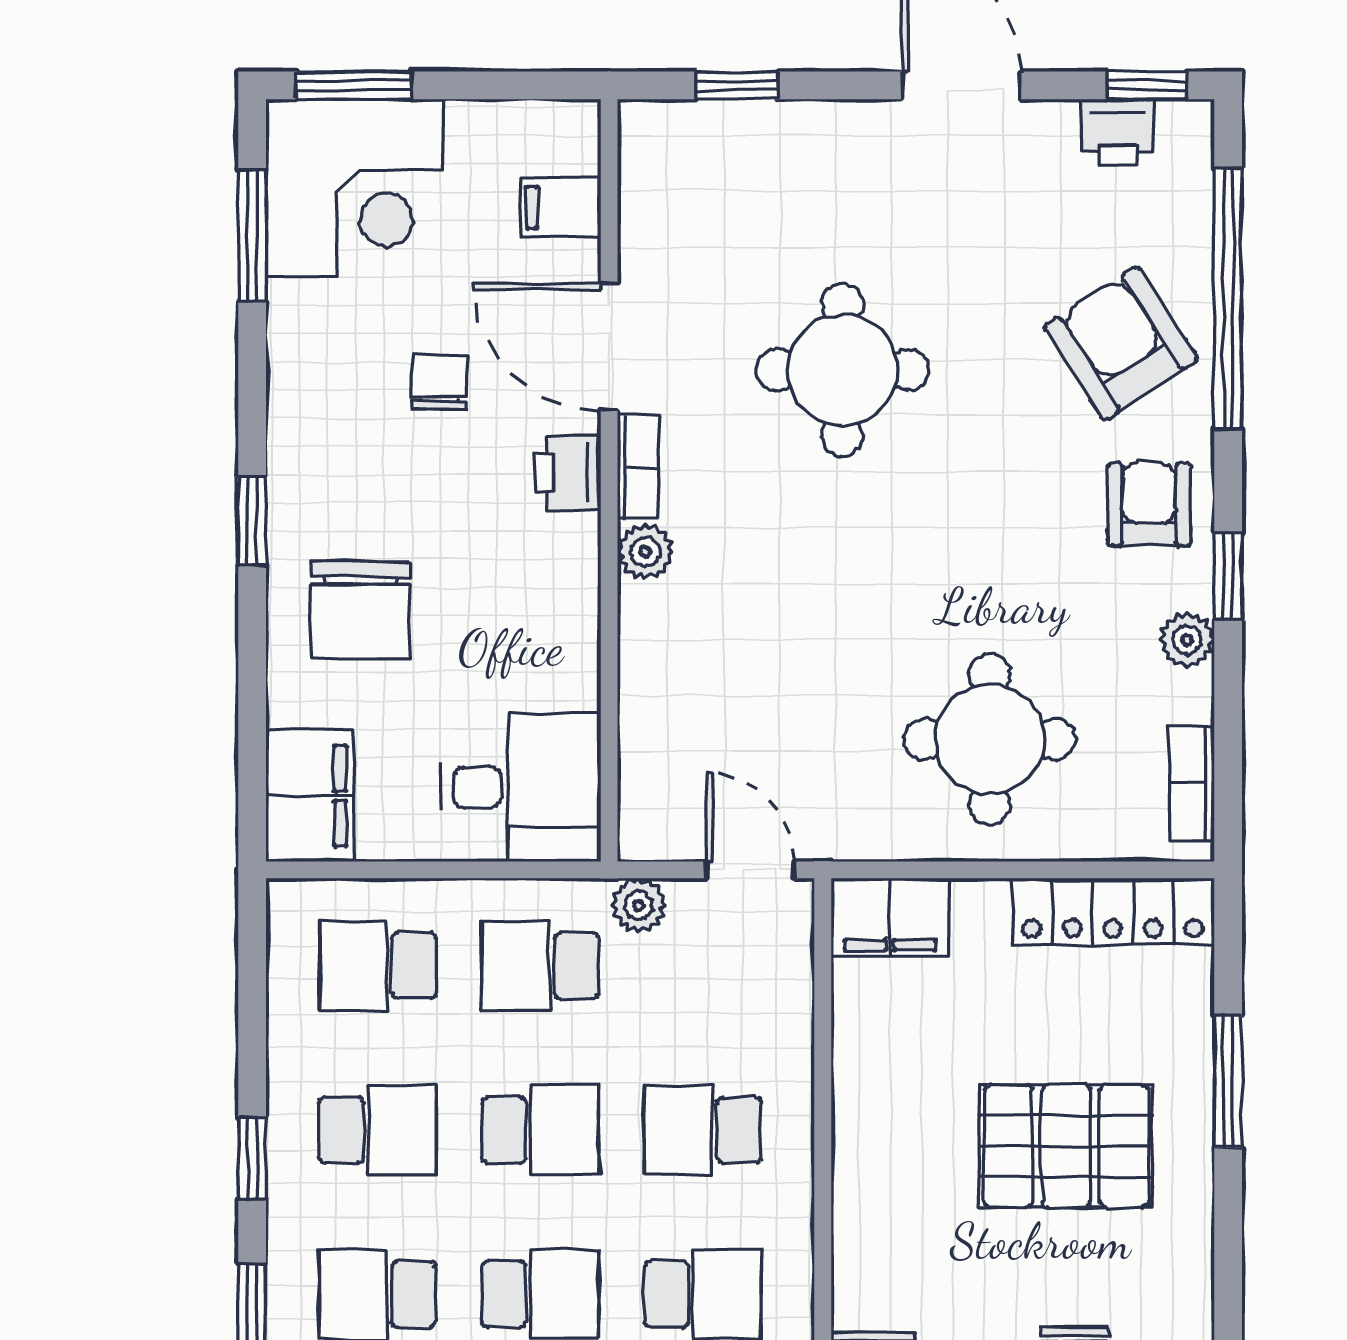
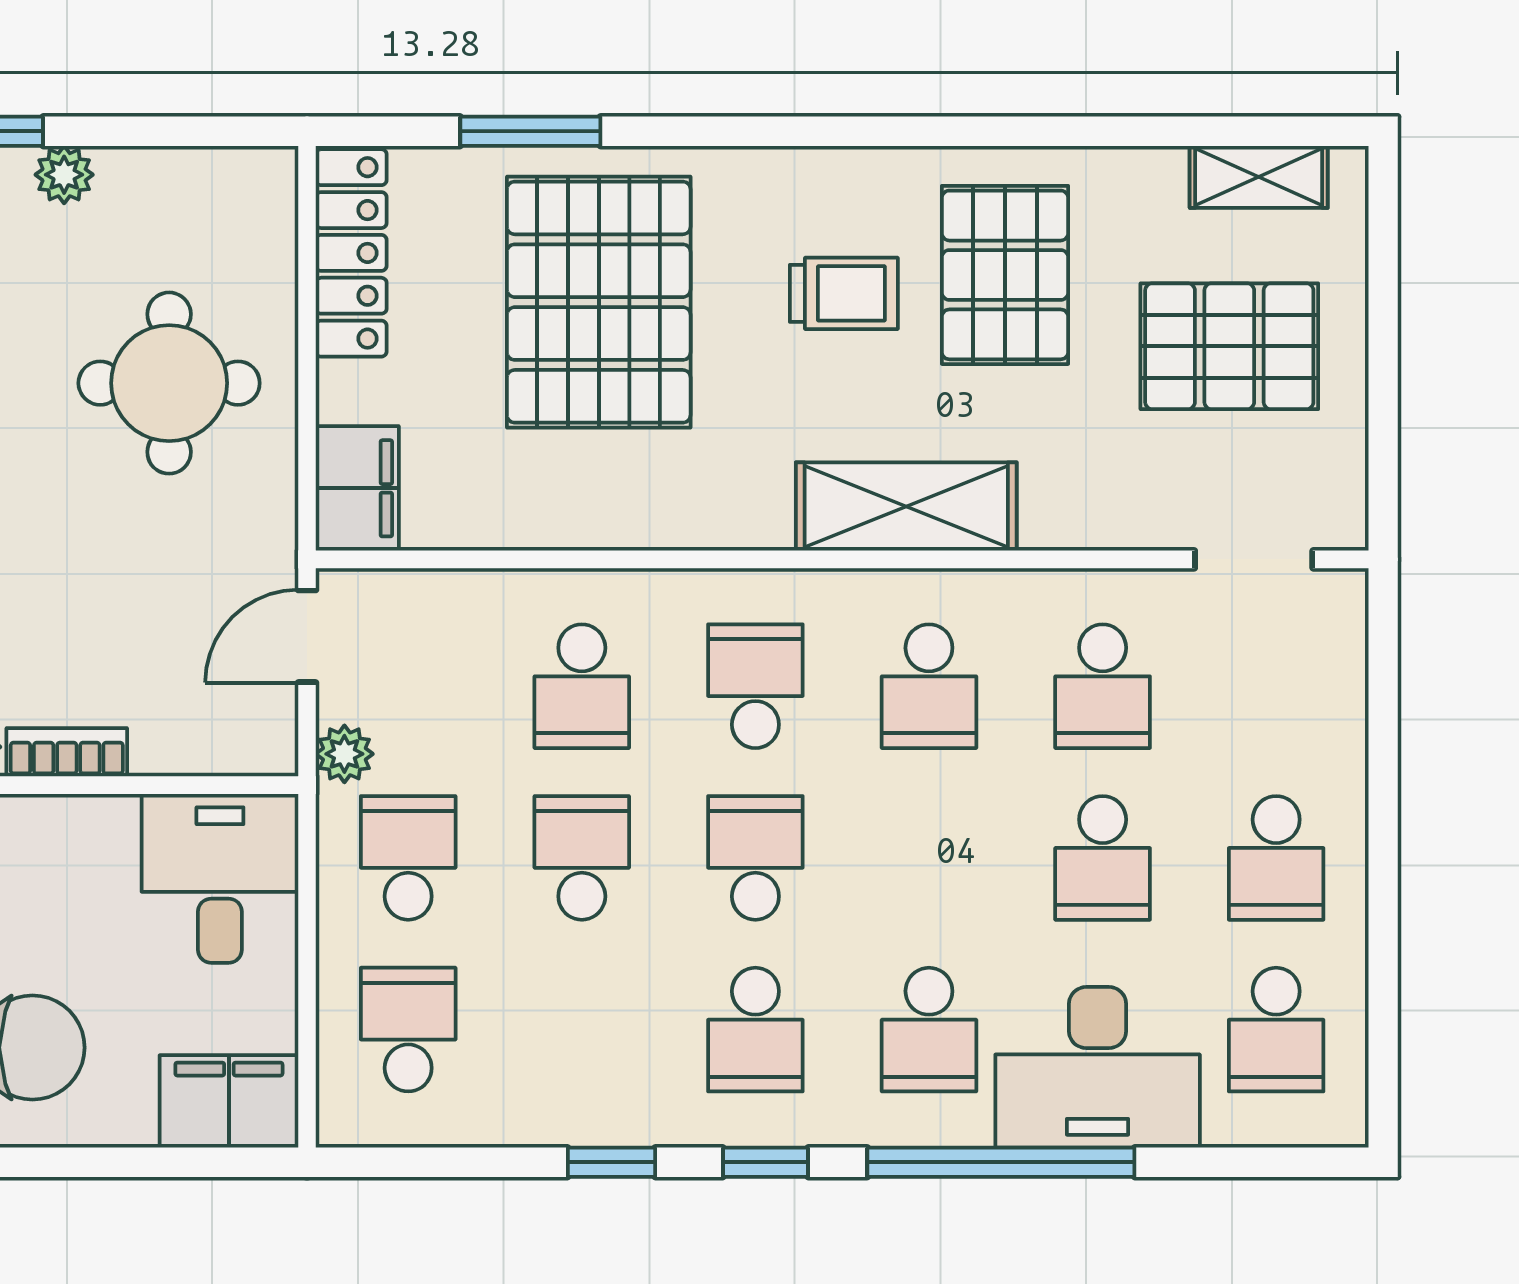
bookcase: (1191, 783) -> (67, 752), moved, turned 180
school desk: (378, 966) -> (408, 1030), turned 180
school desk: (540, 966) -> (408, 858), turned 180
school desk: (378, 1130) -> (582, 1030), removed
pallet: (1066, 1146) -> (599, 302), width x1.37, depth x1.41

